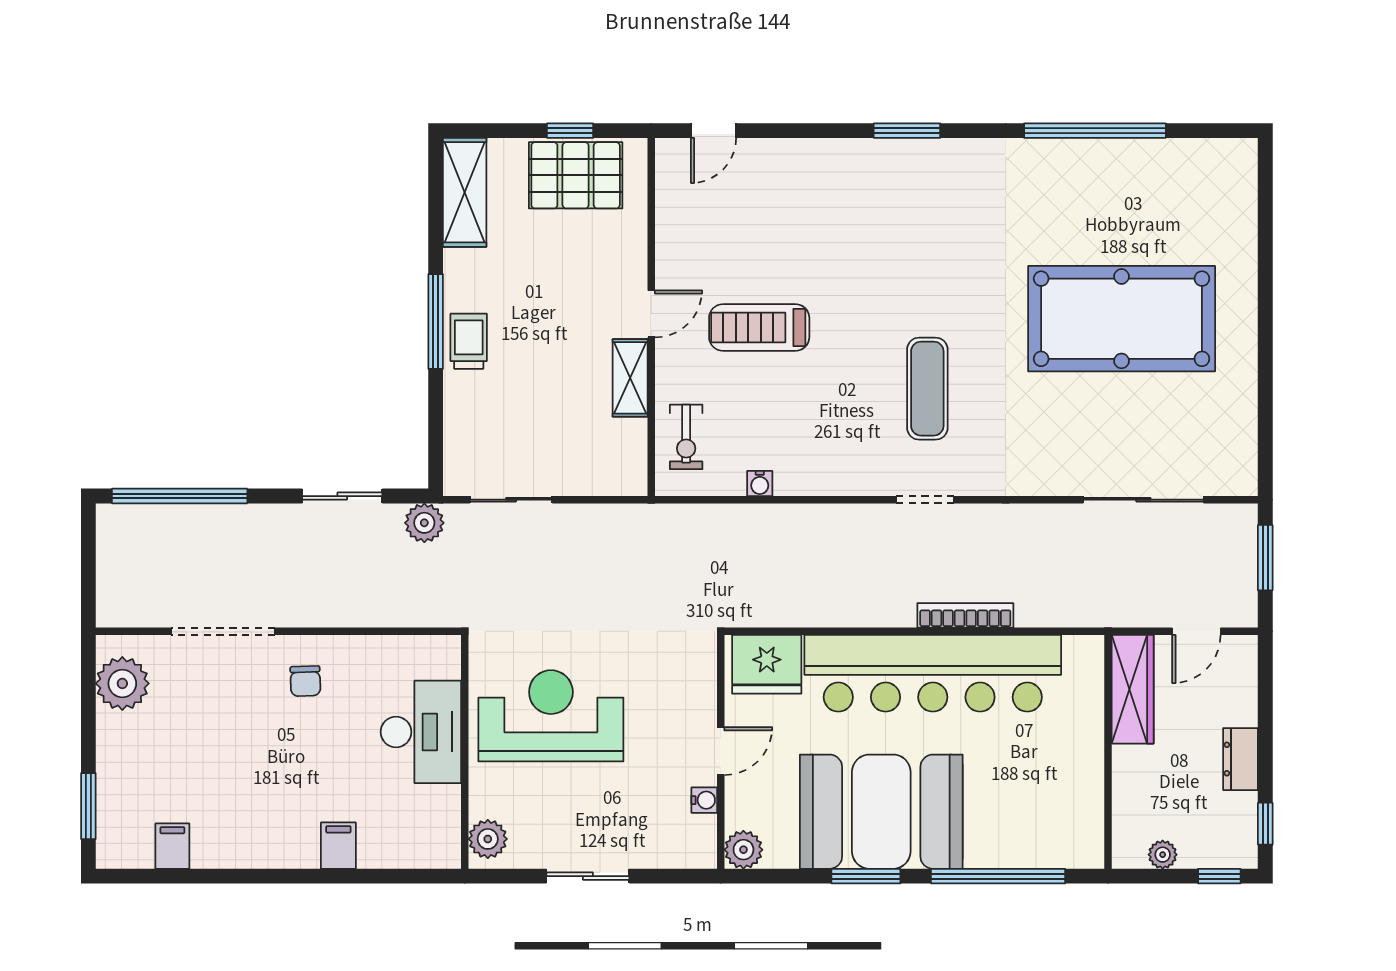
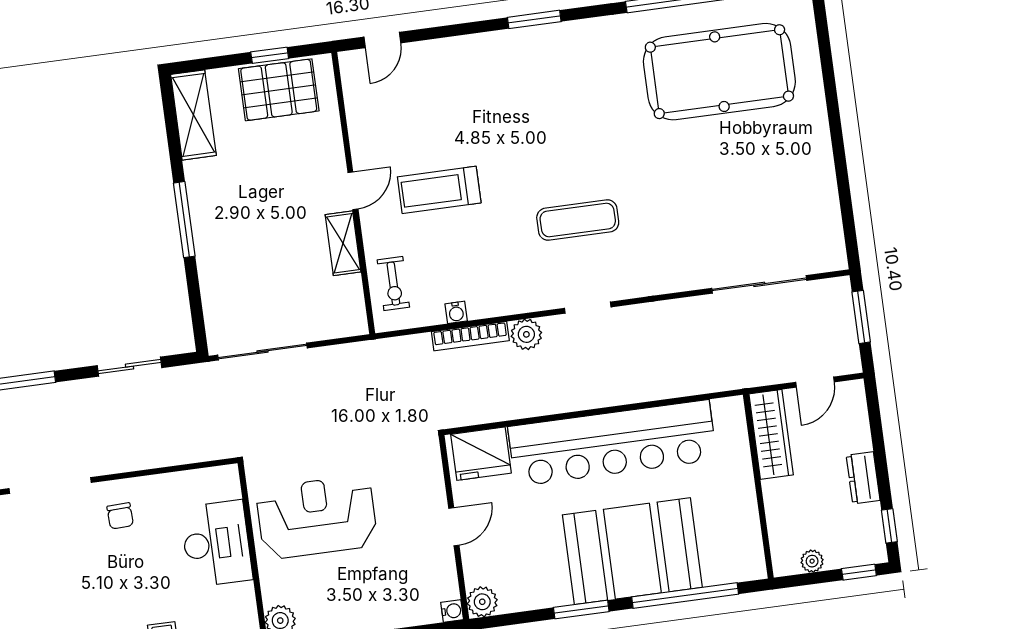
pool table: (1122, 319) -> (719, 72), moved
trolley: (469, 341) -> (212, 232), removed
exercise mat: (927, 389) -> (578, 220), turned 90
sliding door: (511, 500) -> (262, 352), width x1.37
plant: (424, 523) -> (526, 334), moved
bookcase: (965, 615) -> (470, 336), moved, turned 180
water cooler: (704, 800) -> (452, 611), moved
booth: (881, 812) -> (632, 551), moved

